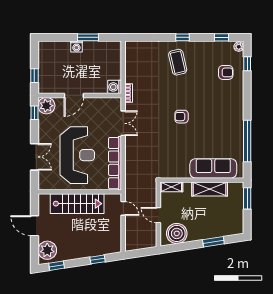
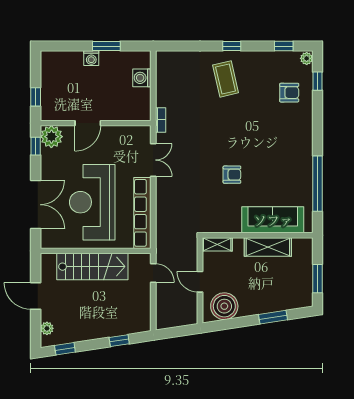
washing machine: (115, 87) -> (142, 78), moved
armchair: (182, 117) -> (232, 175), moved, turned 180
reception desk: (77, 155) -> (92, 202), turned 180
double door: (34, 157) -> (36, 205), width x1.37
window: (247, 198) -> (318, 279), moved
plant: (47, 250) -> (47, 328), width x0.53, depth x0.53

